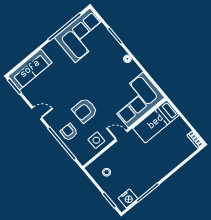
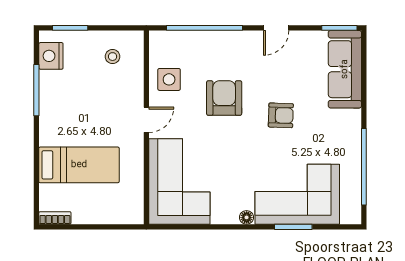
corner sofa: (83, 35) -> (297, 194), moved, turned 90
bed: (156, 122) -> (79, 165), moved, turned 90
armchair: (69, 132) -> (281, 115), moved

